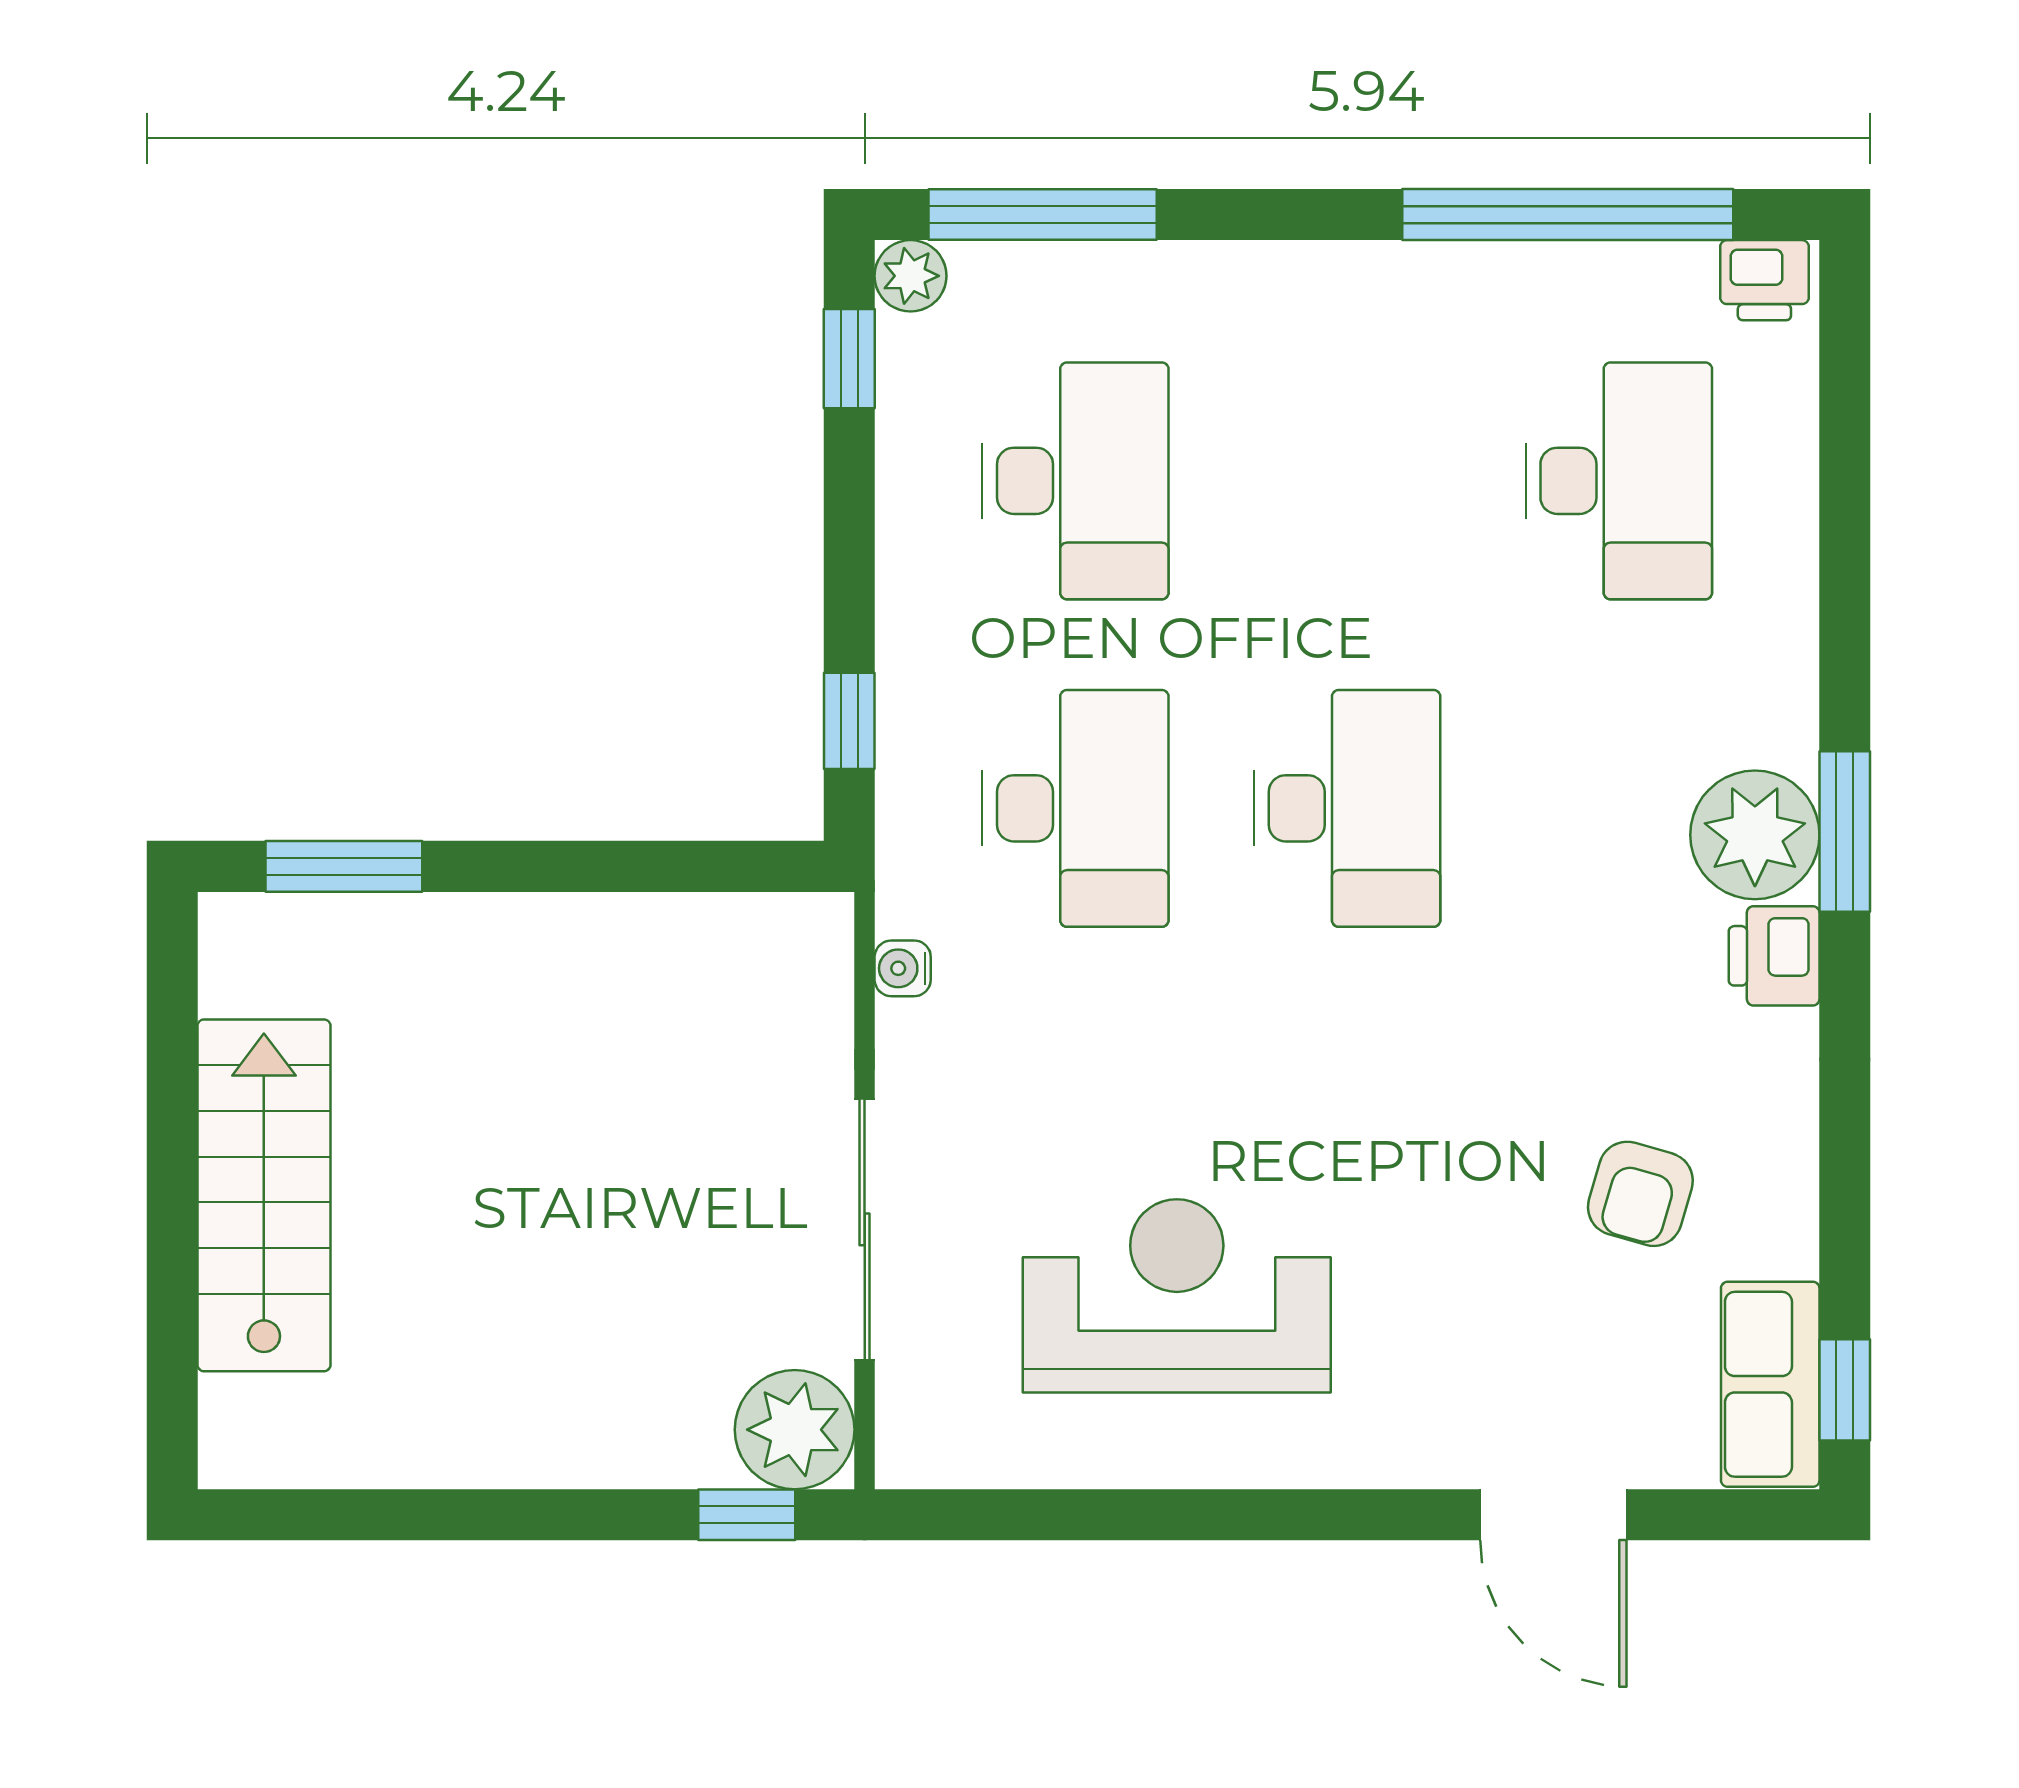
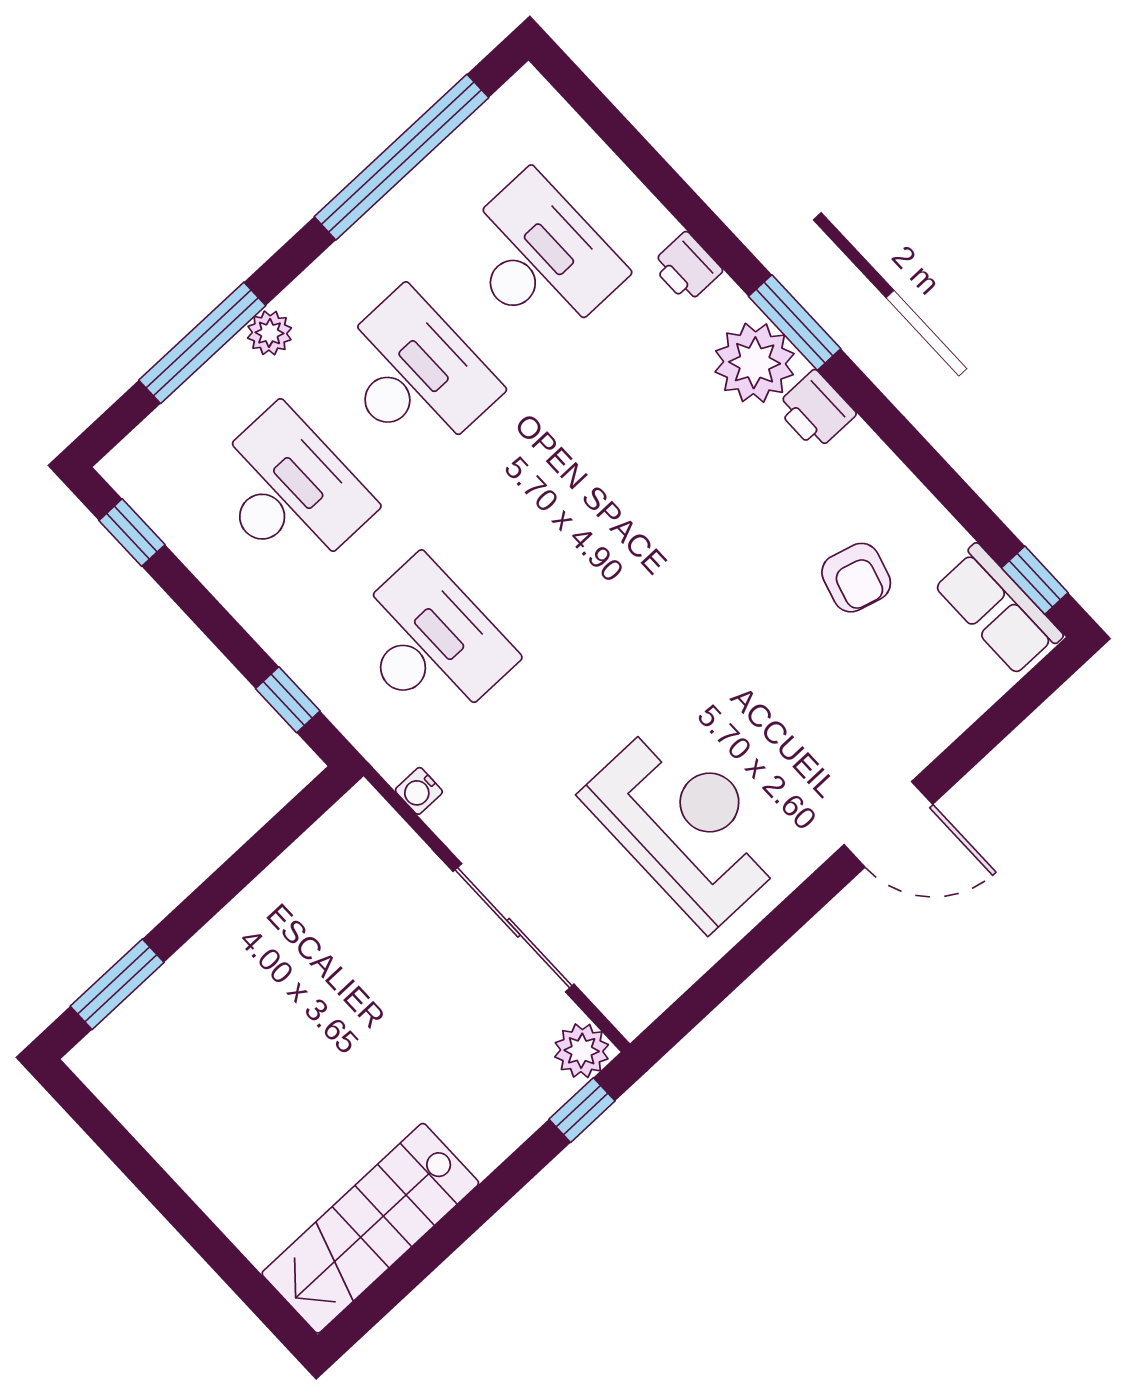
window: (1043, 215) -> (202, 343), moved
plant: (911, 276) -> (269, 333), moved
printer: (1764, 280) -> (687, 268), moved, turned 90
desk: (1347, 808) -> (414, 375), moved
stairs: (264, 1195) -> (370, 1228), moved, turned -90
reception desk: (1177, 1296) -> (686, 824), turned 90
plant: (795, 1430) -> (582, 1051), width x0.73, depth x0.73
door: (1553, 1515) -> (888, 824), moved

